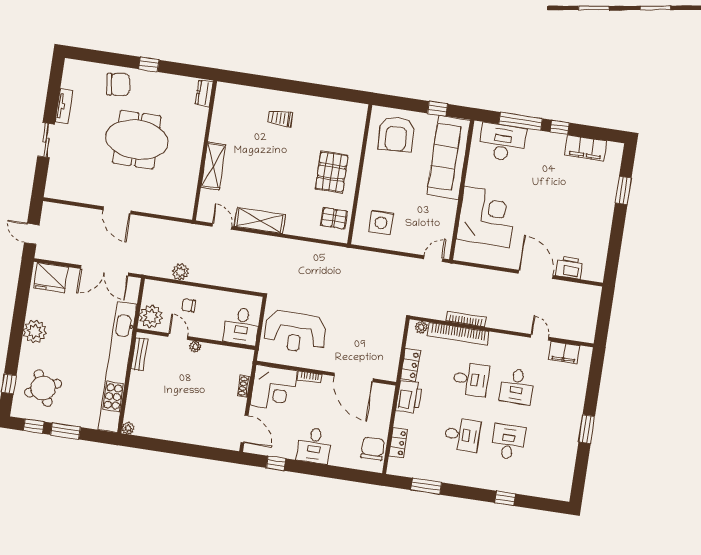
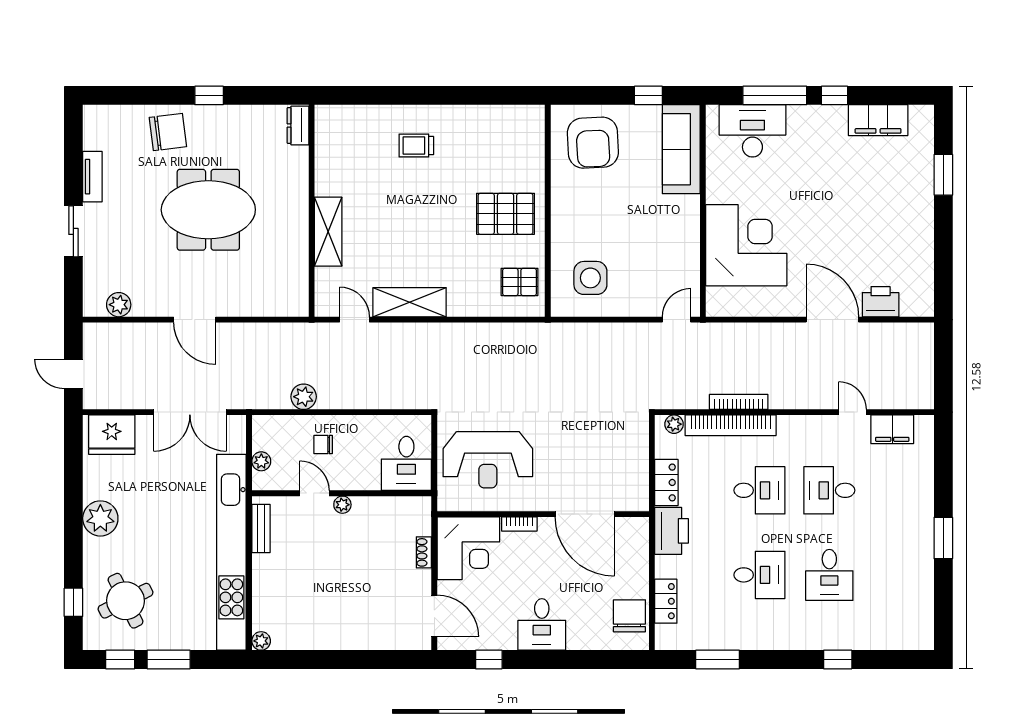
sofa: (449, 157) -> (681, 149), width x0.74, depth x0.79
pallet: (332, 172) -> (506, 214), turned 90
plant: (68, 193) -> (119, 305), added
plant: (151, 316) -> (261, 461), width x0.53, depth x0.53
desk: (517, 386) -> (829, 490), turned 90
desk: (508, 442) -> (829, 575), turned 180

